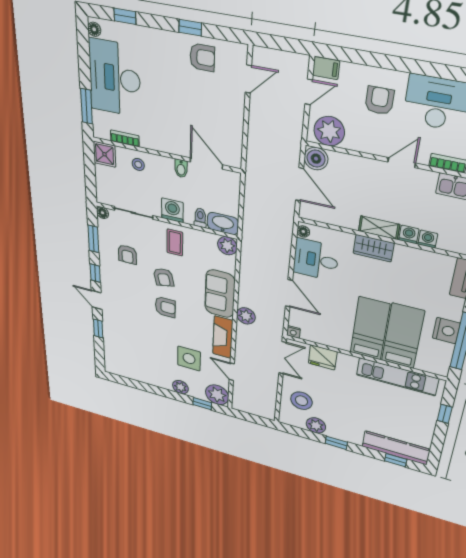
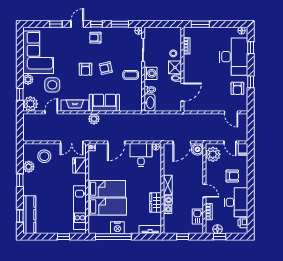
desk: (115, 78) -> (234, 57), moved, turned 90
shower: (105, 154) -> (175, 67), moved
plant: (227, 246) -> (137, 106), removed
wardrobe: (374, 248) -> (156, 202), moved
armchair: (127, 254) -> (95, 38), moved
corner sofa: (140, 363) -> (38, 52), added

